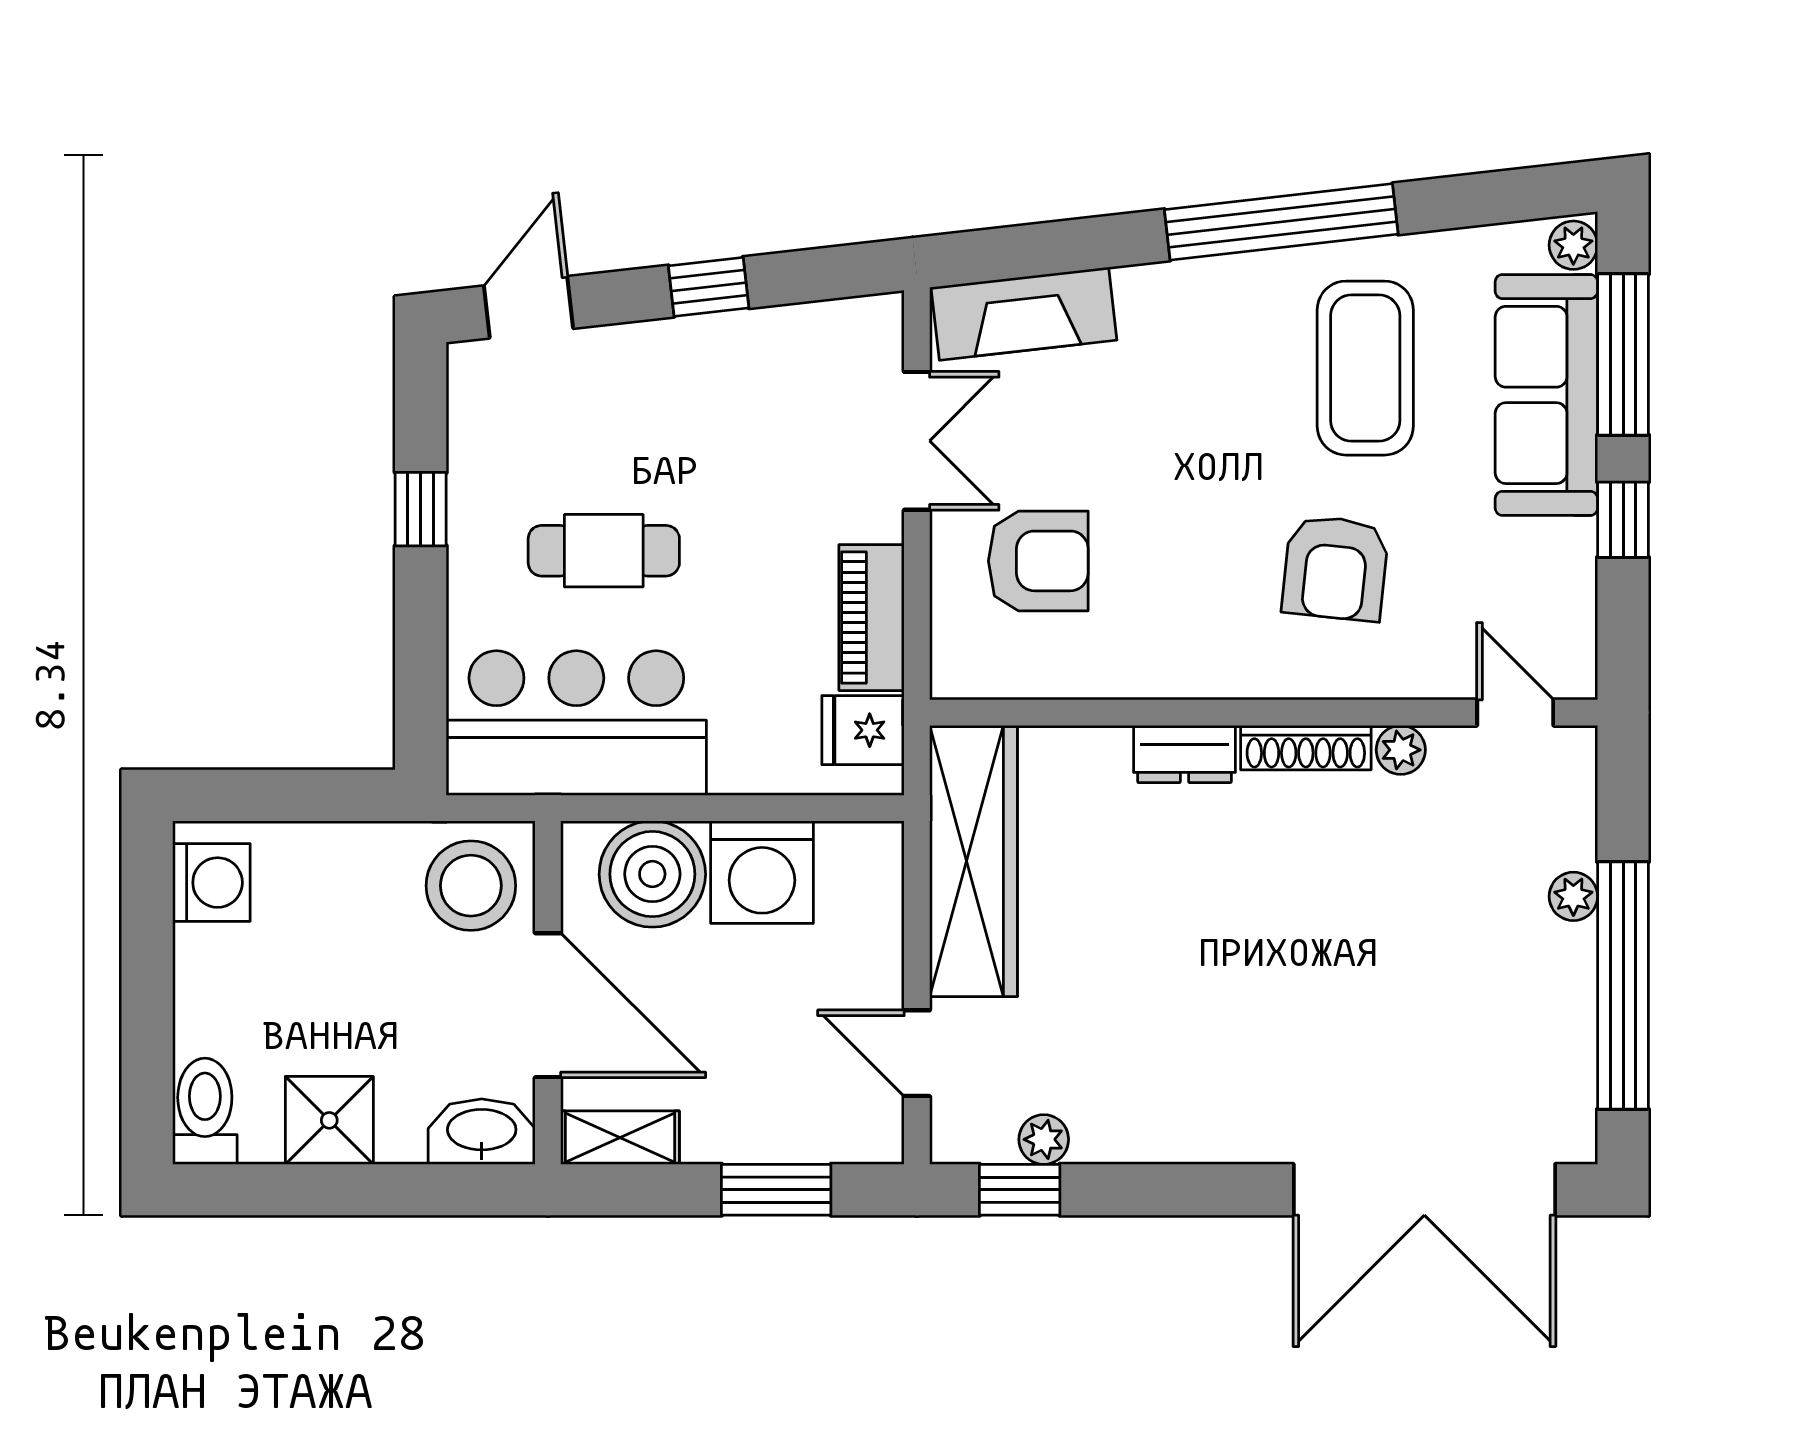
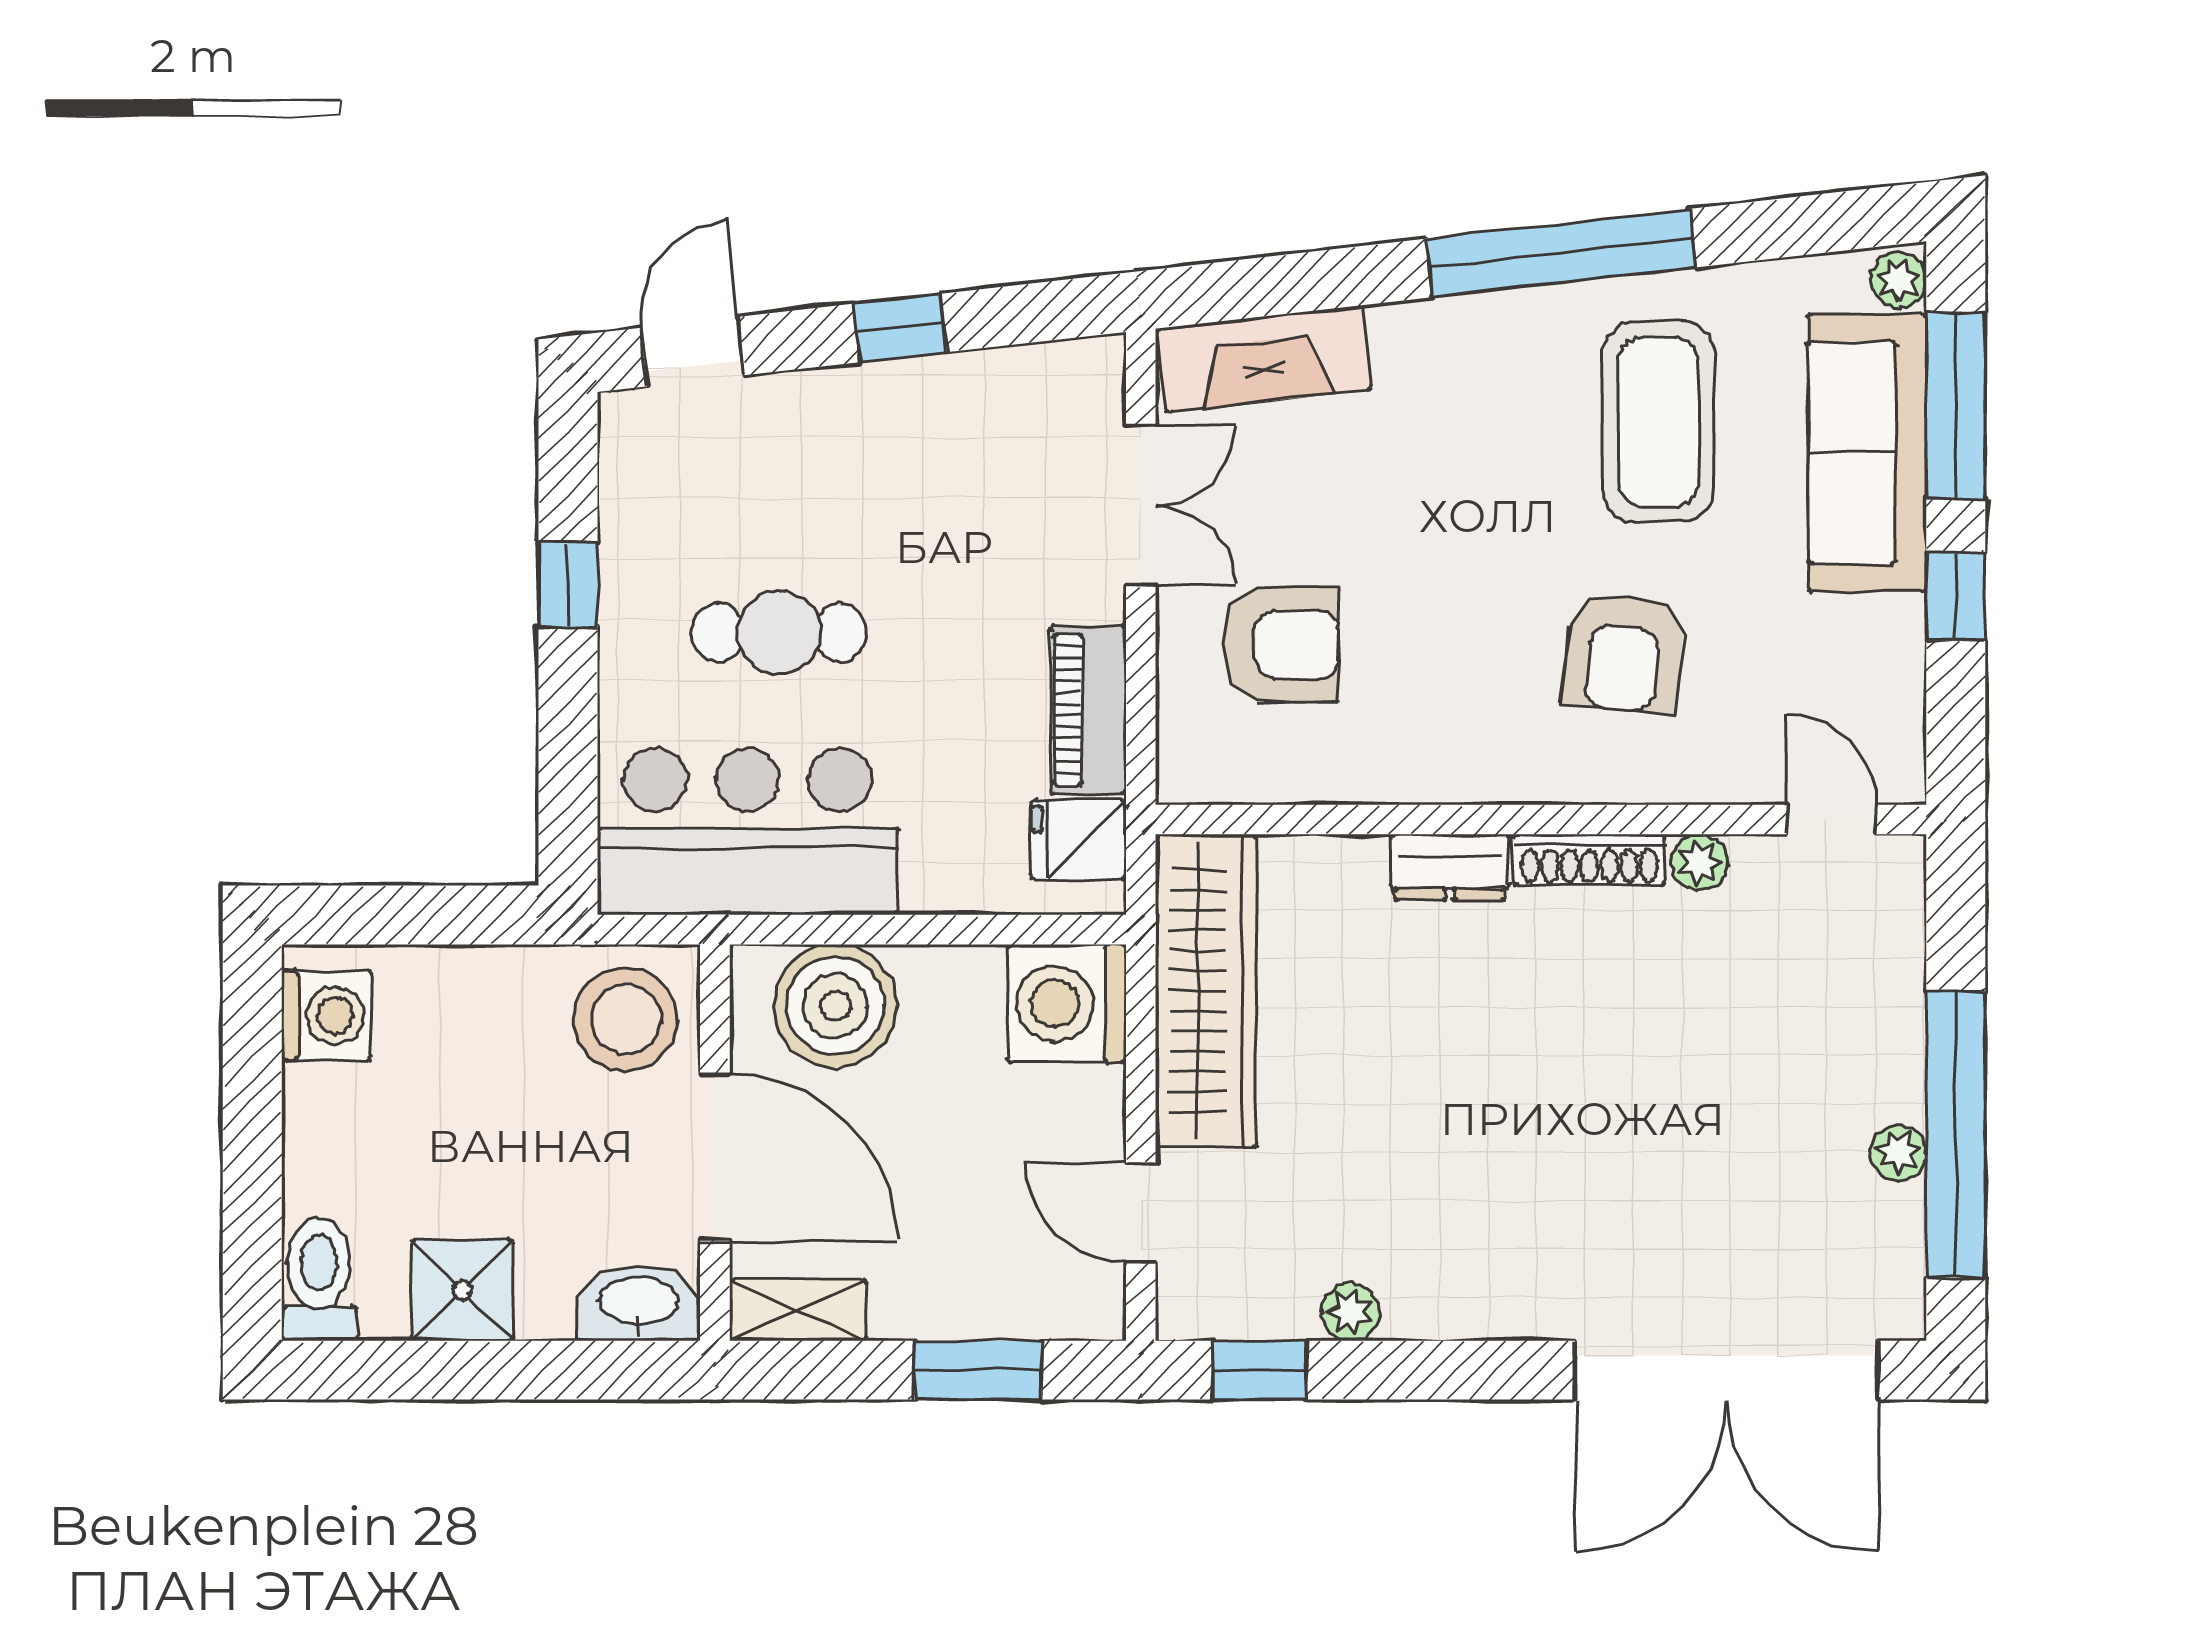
washing machine: (762, 872) -> (1067, 1004), moved, turned 90
plant: (1573, 896) -> (1898, 1153), moved
plant: (1044, 1139) -> (1351, 1312), moved

